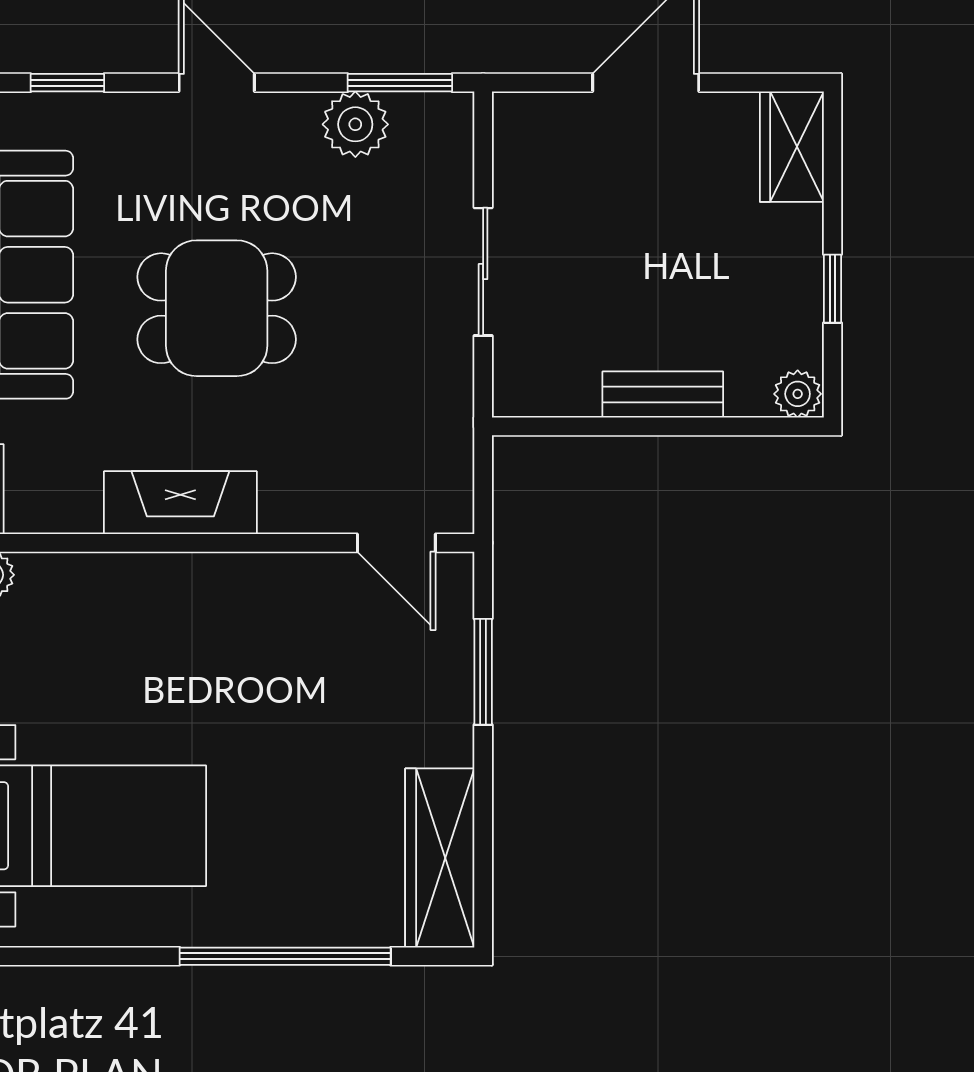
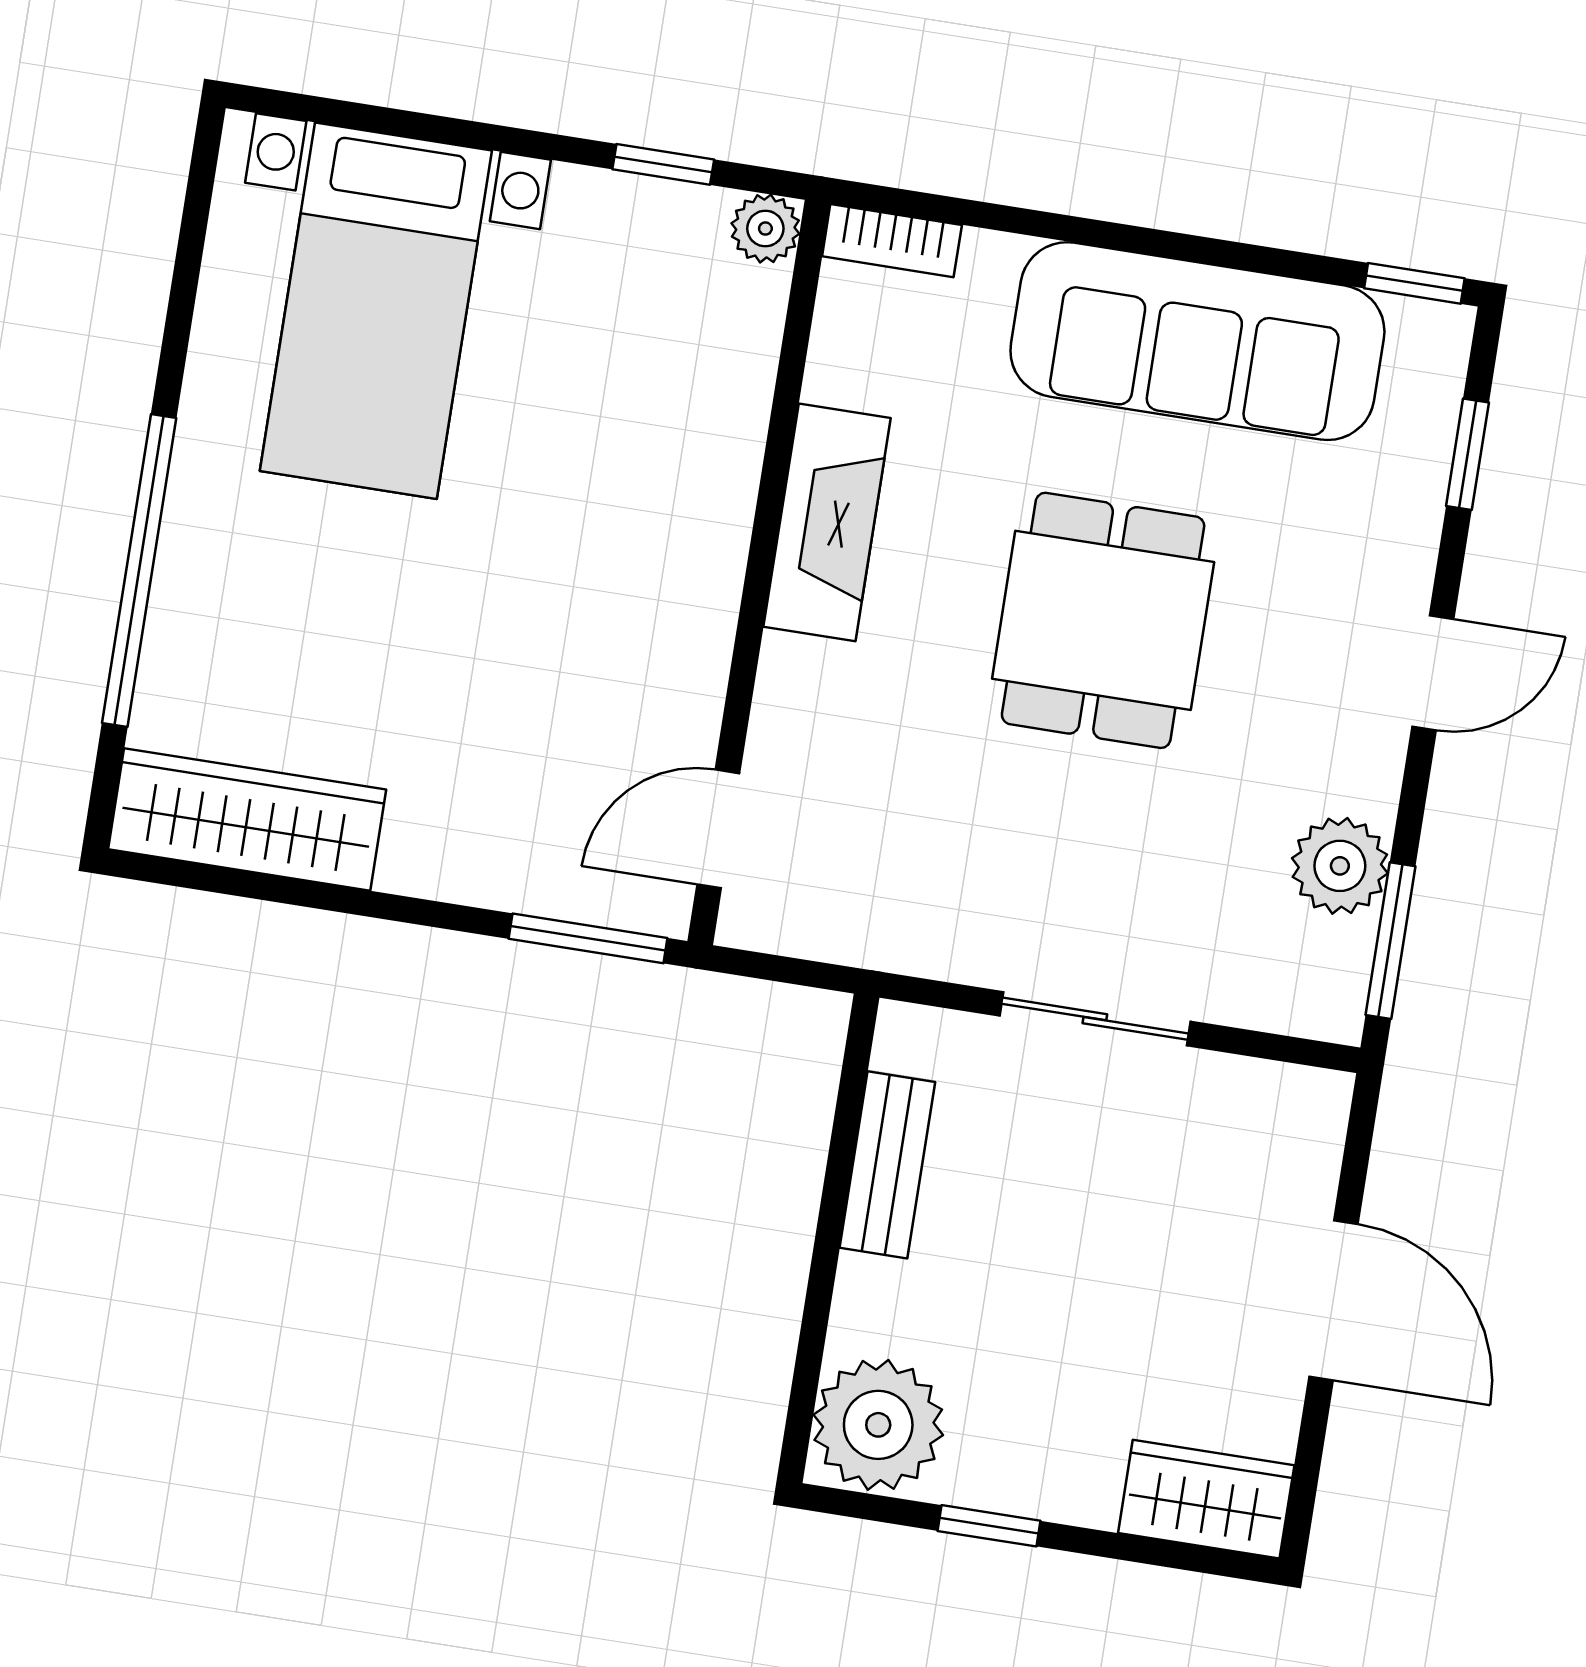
plant: (798, 394) -> (878, 1425), width x1.87, depth x1.87
bench: (663, 395) -> (887, 1165), moved
window: (483, 672) -> (588, 938), moved

